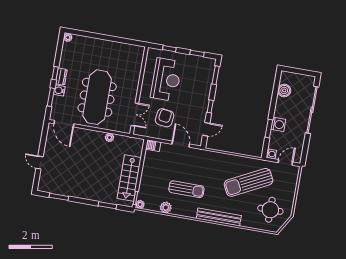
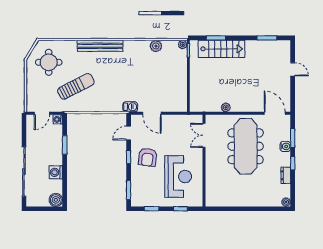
dresser: (61, 77) -> (286, 175), moved
reception desk: (166, 80) -> (178, 177), turned 180
boiler: (284, 90) -> (56, 200), moved
armchair: (165, 118) -> (148, 157), moved
washing machine: (278, 124) -> (56, 172), moved
barbecue: (153, 146) -> (130, 107), moved
stairs: (129, 178) -> (222, 49), moved, turned 90
sun lounger: (249, 182) -> (76, 86), width x0.73, depth x0.75
sun lounger: (186, 189) -> (138, 68), removed

